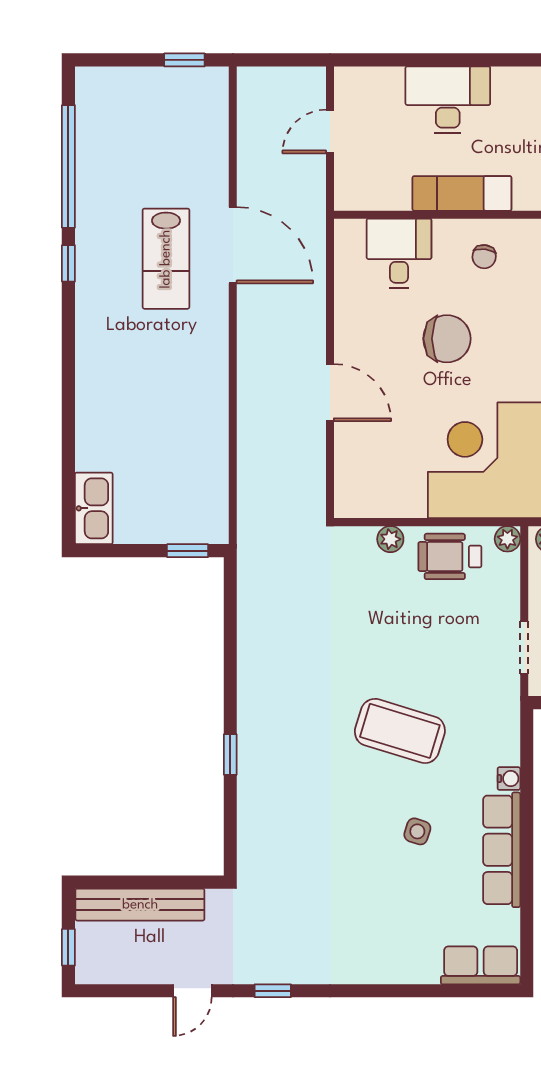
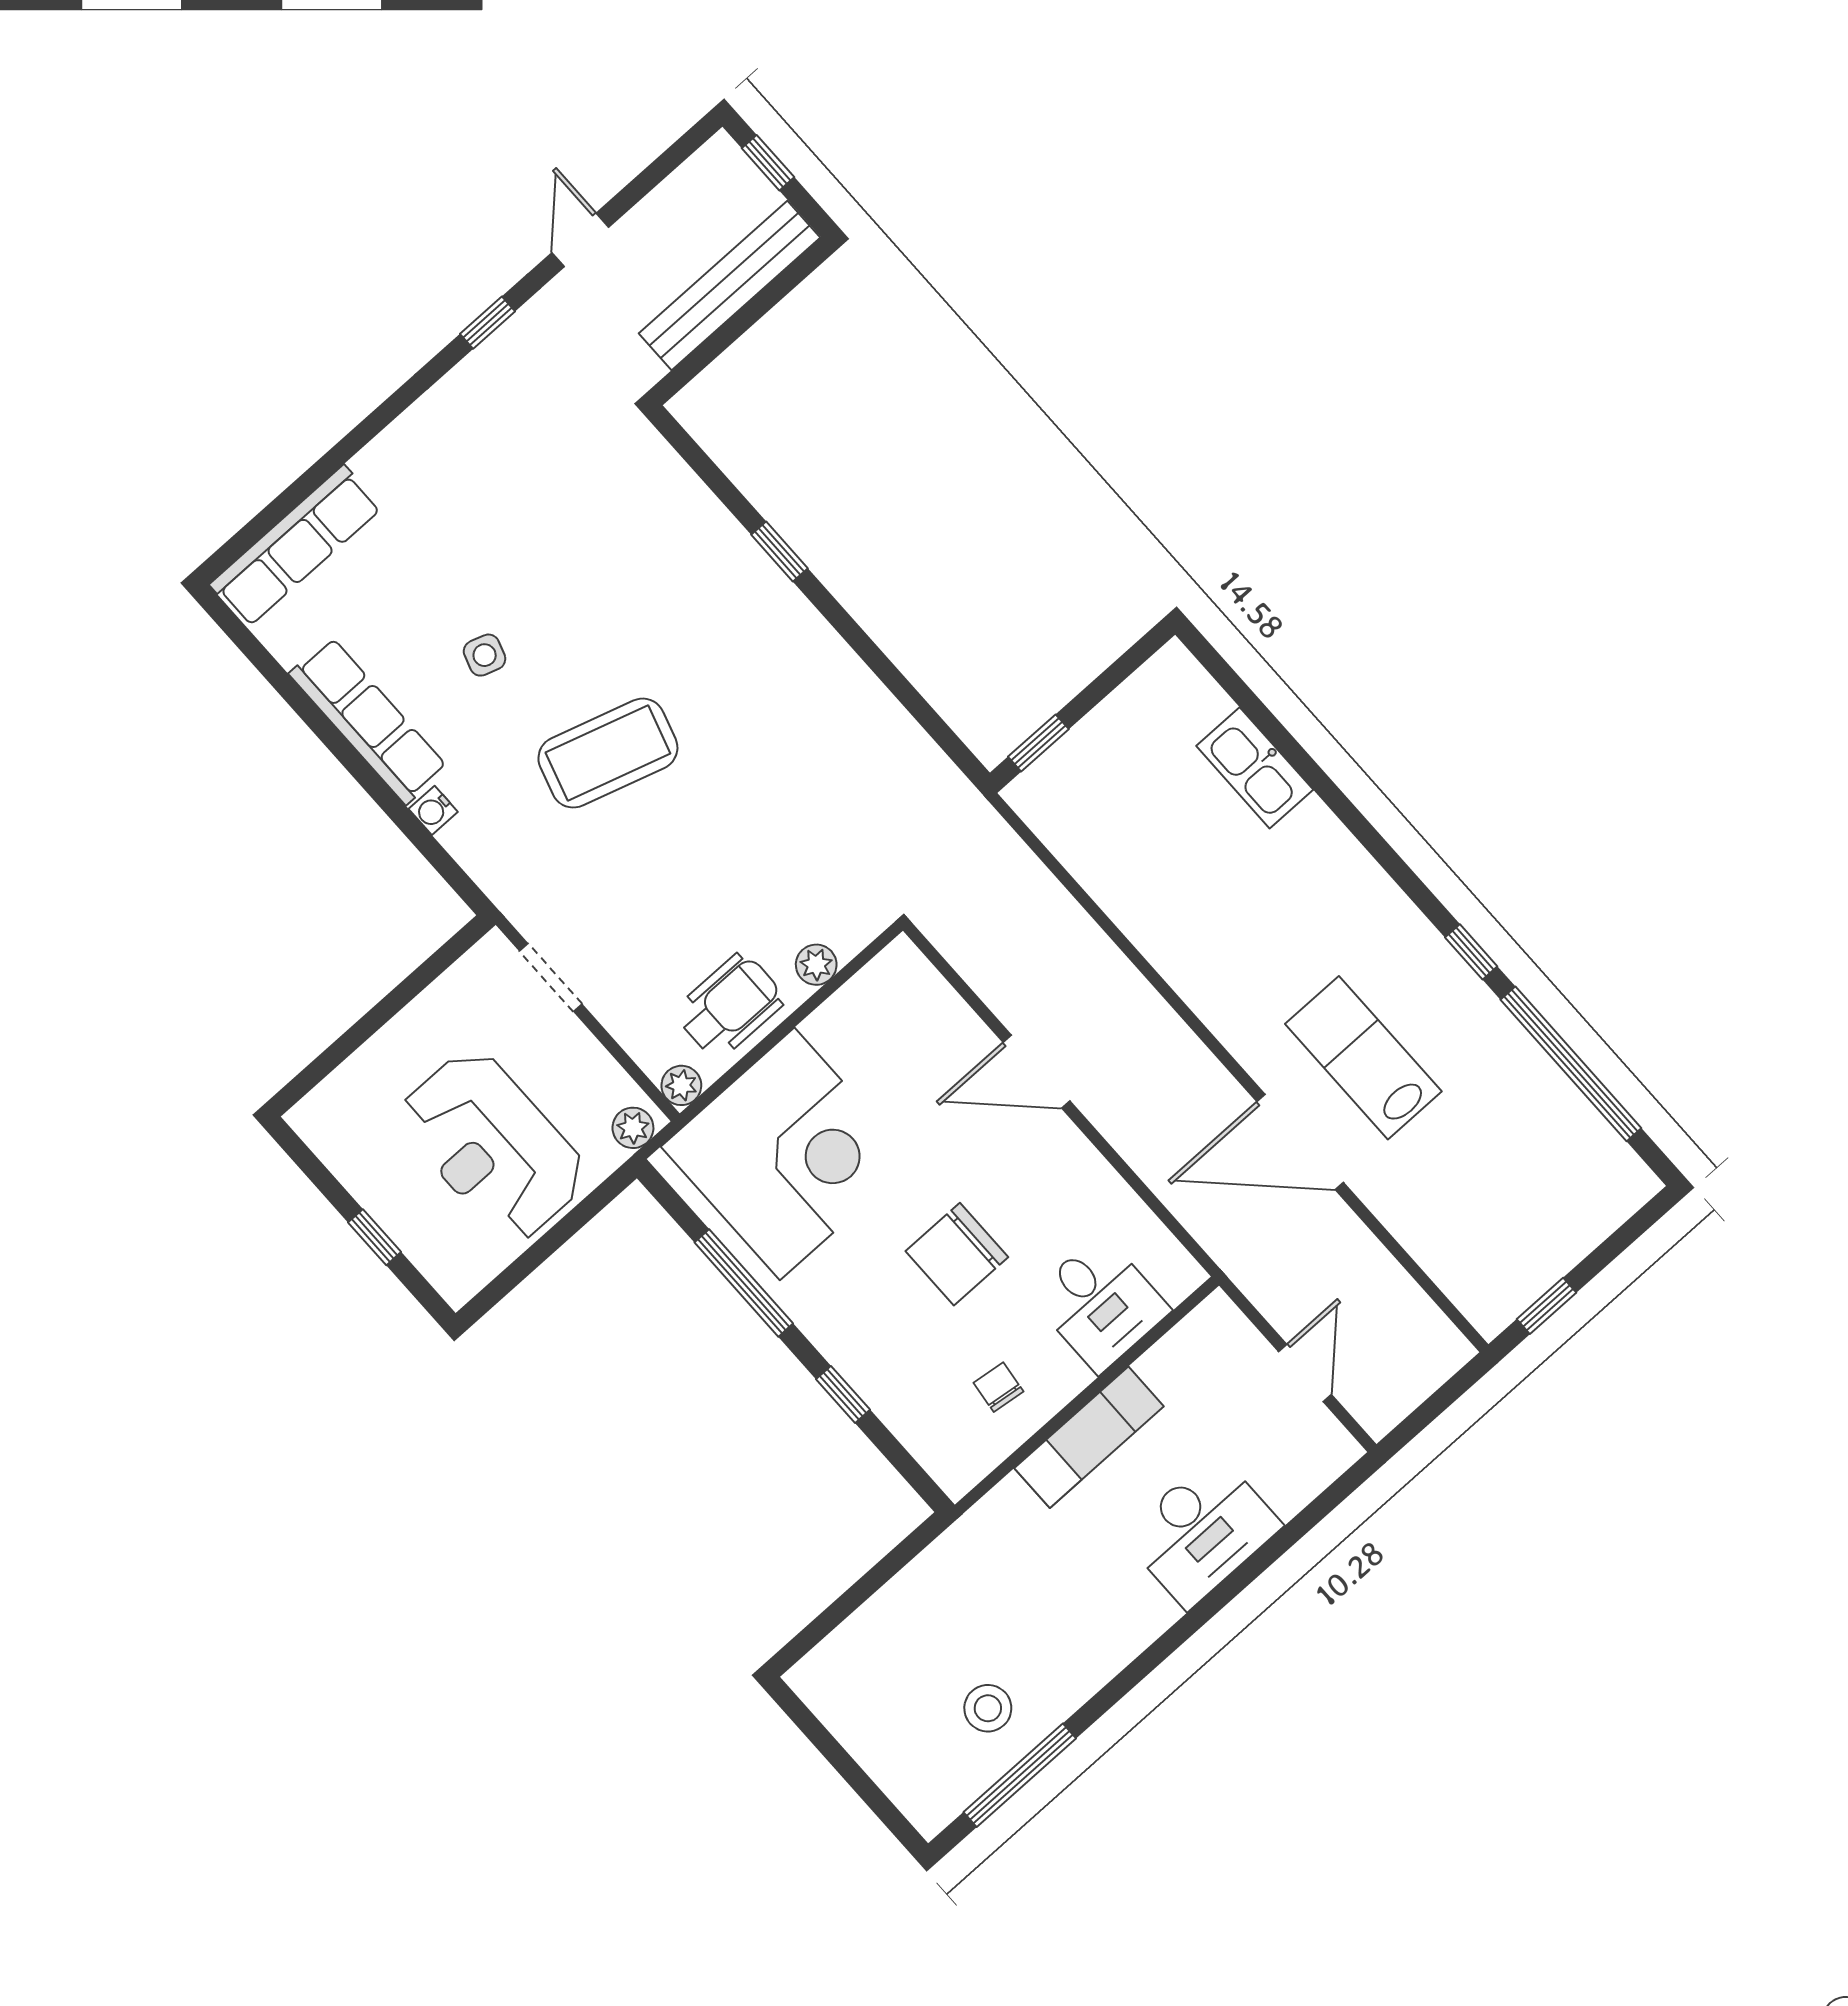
kitchen sink: (94, 508) -> (1255, 768), moved
row of seats: (481, 965) -> (296, 546), width x1.48

